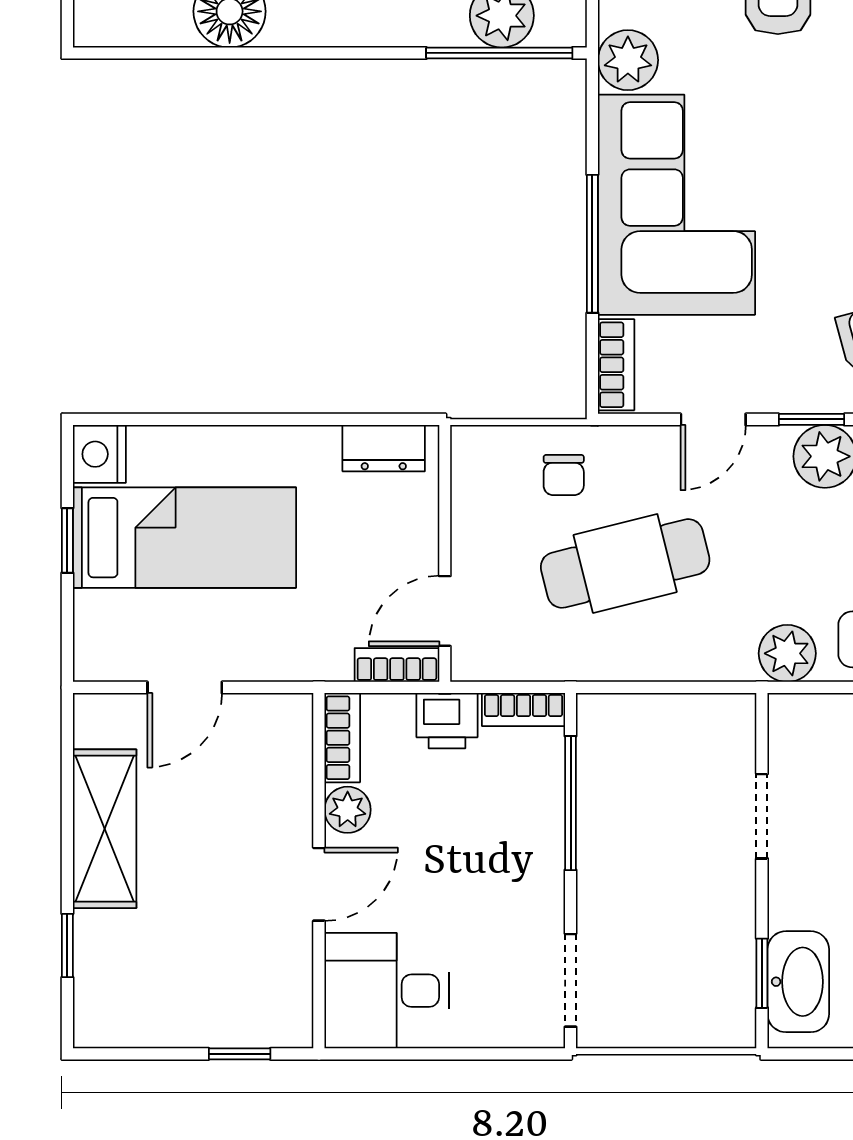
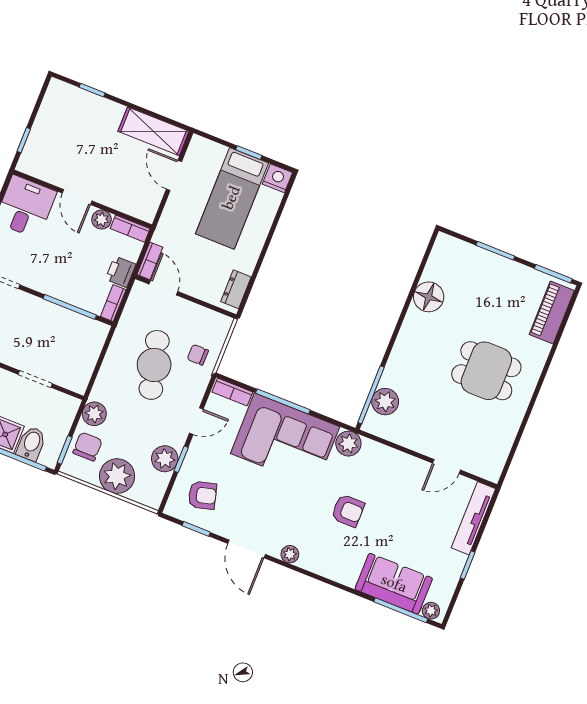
door: (713, 419) -> (196, 421), swing flipped
shelving: (105, 829) -> (153, 131), moved

